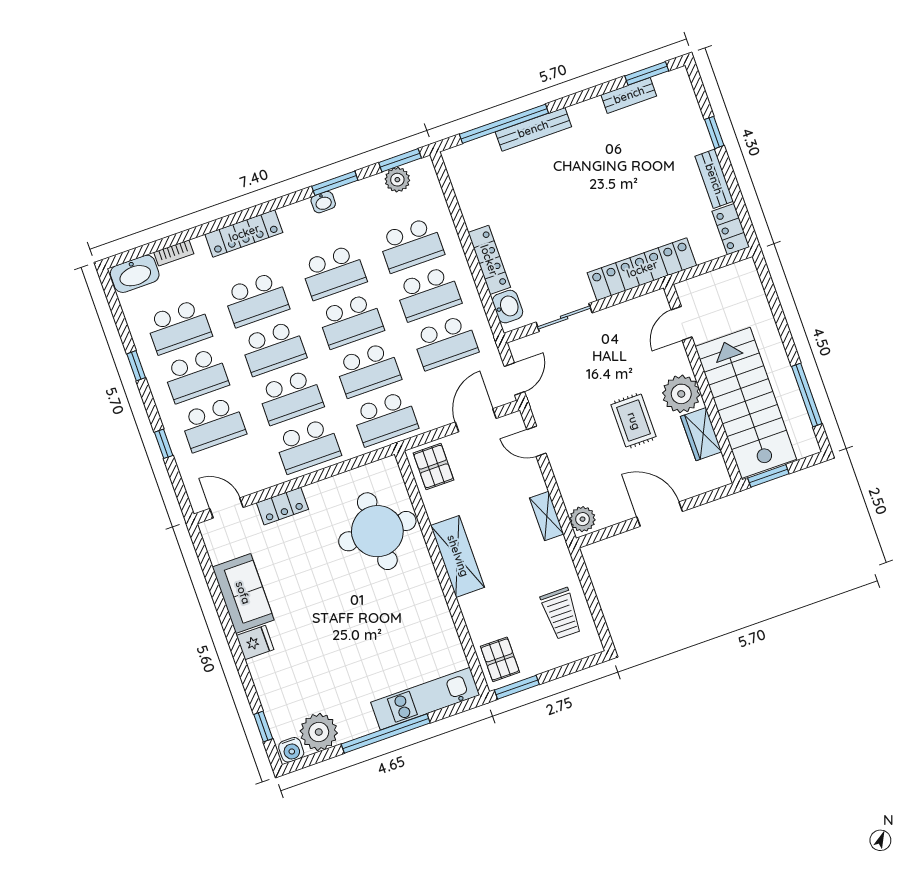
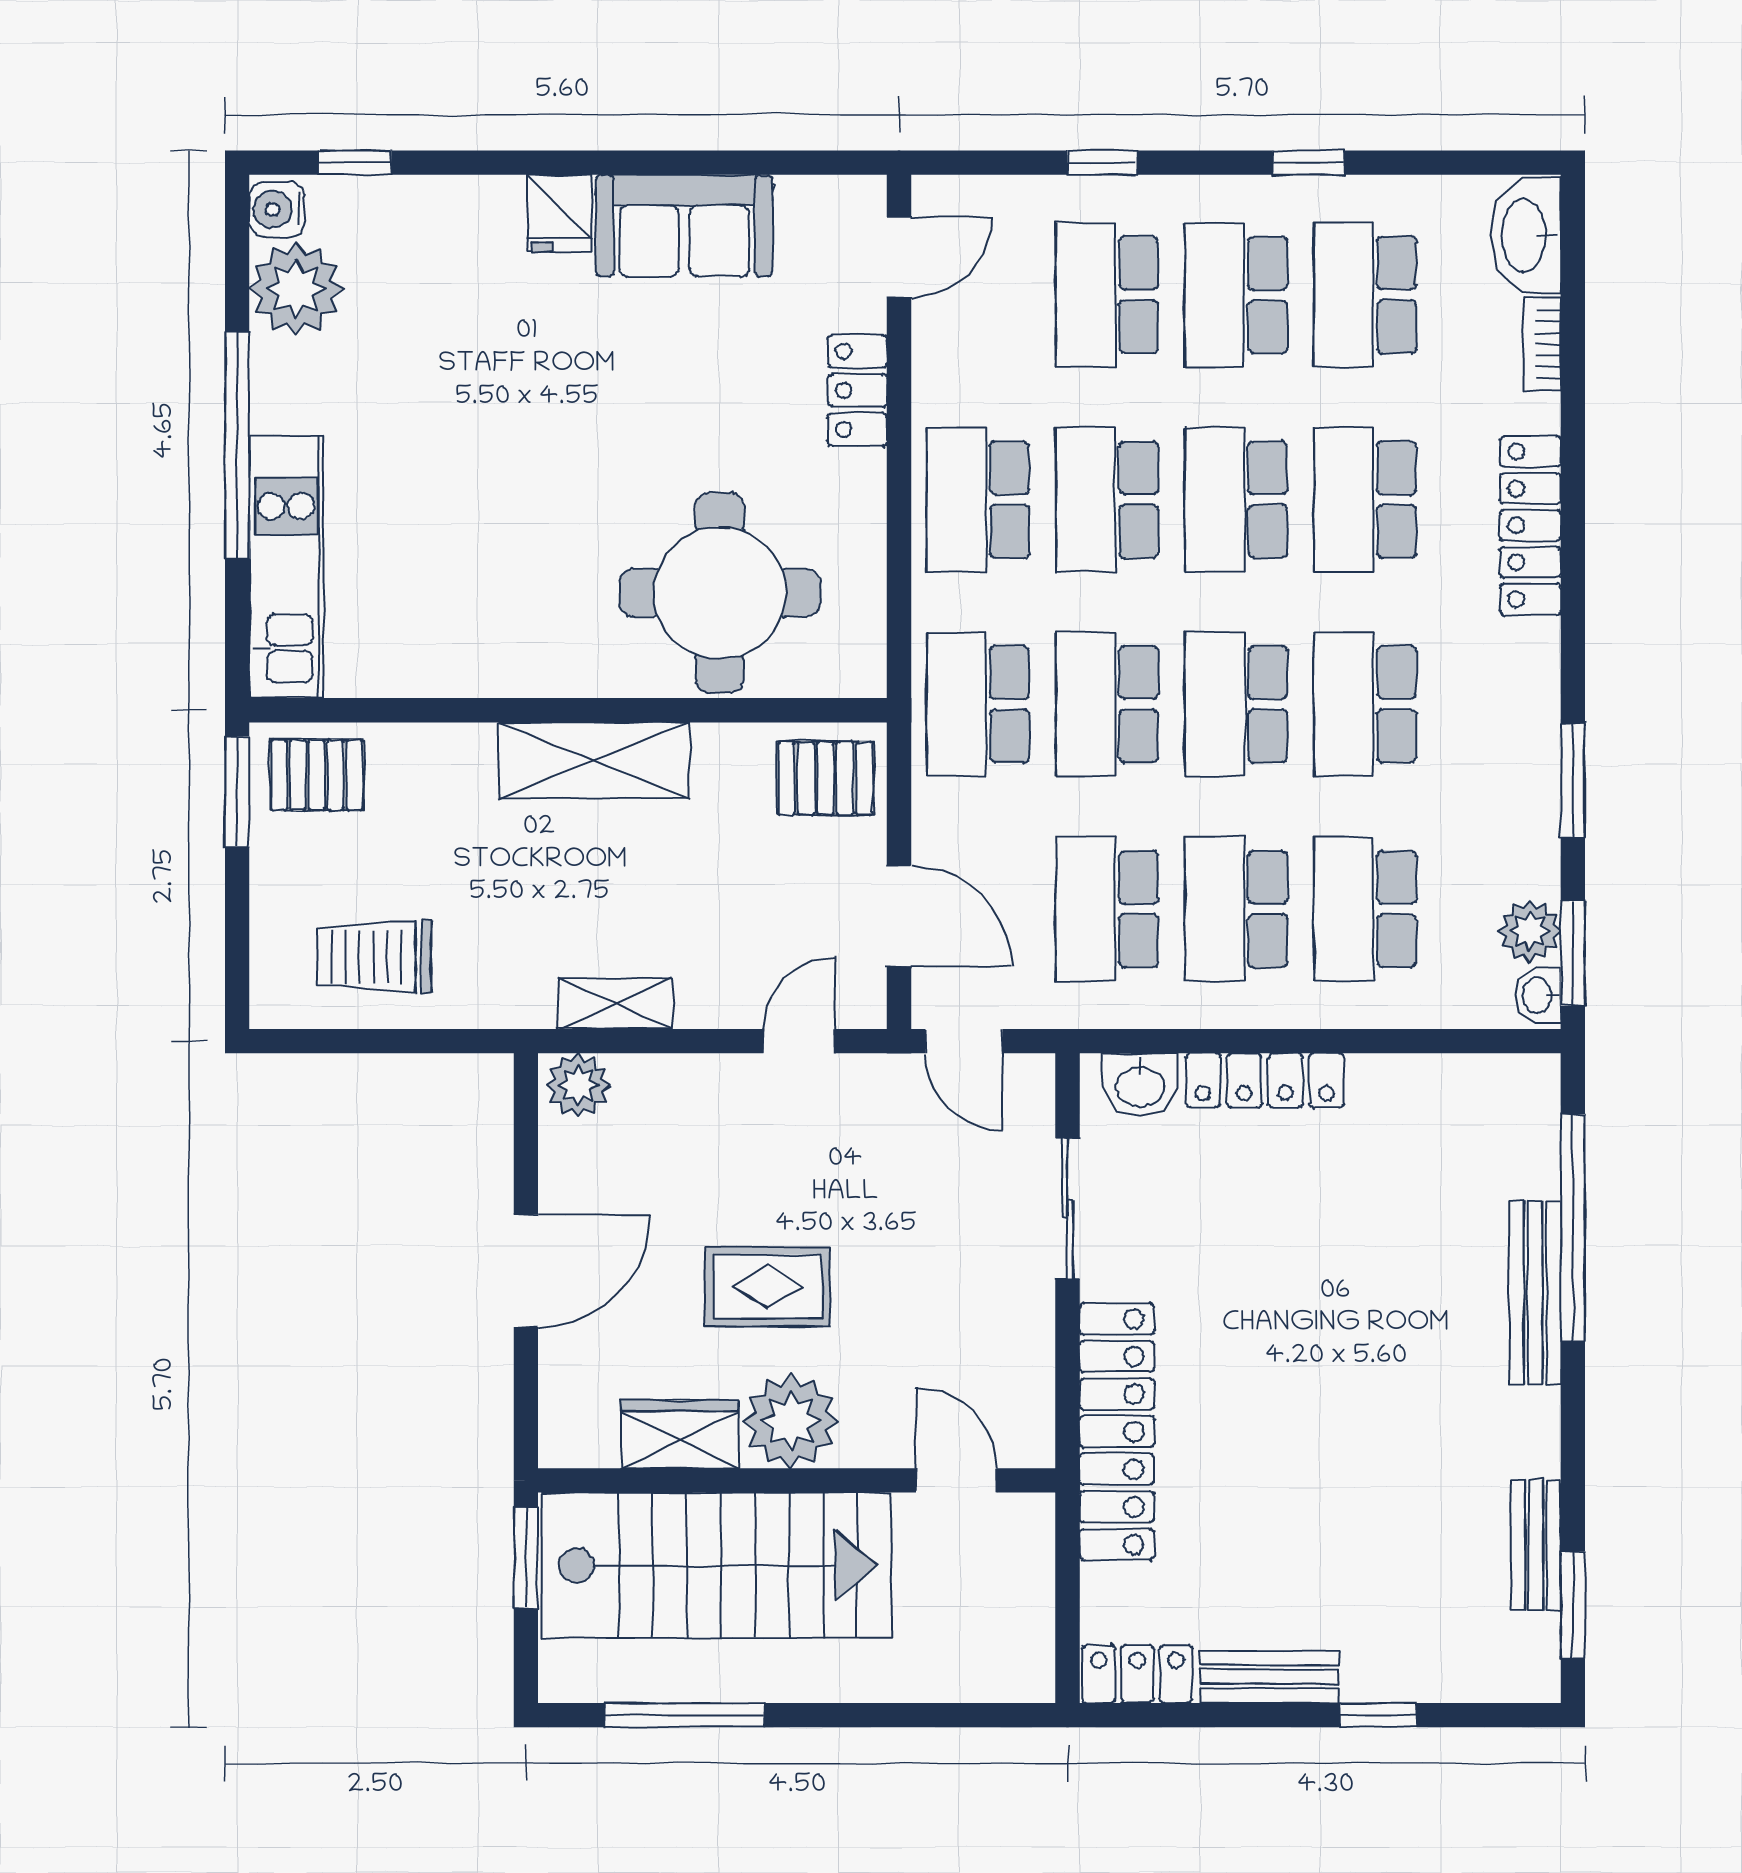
washbasin: (323, 202) -> (1538, 995), moved

